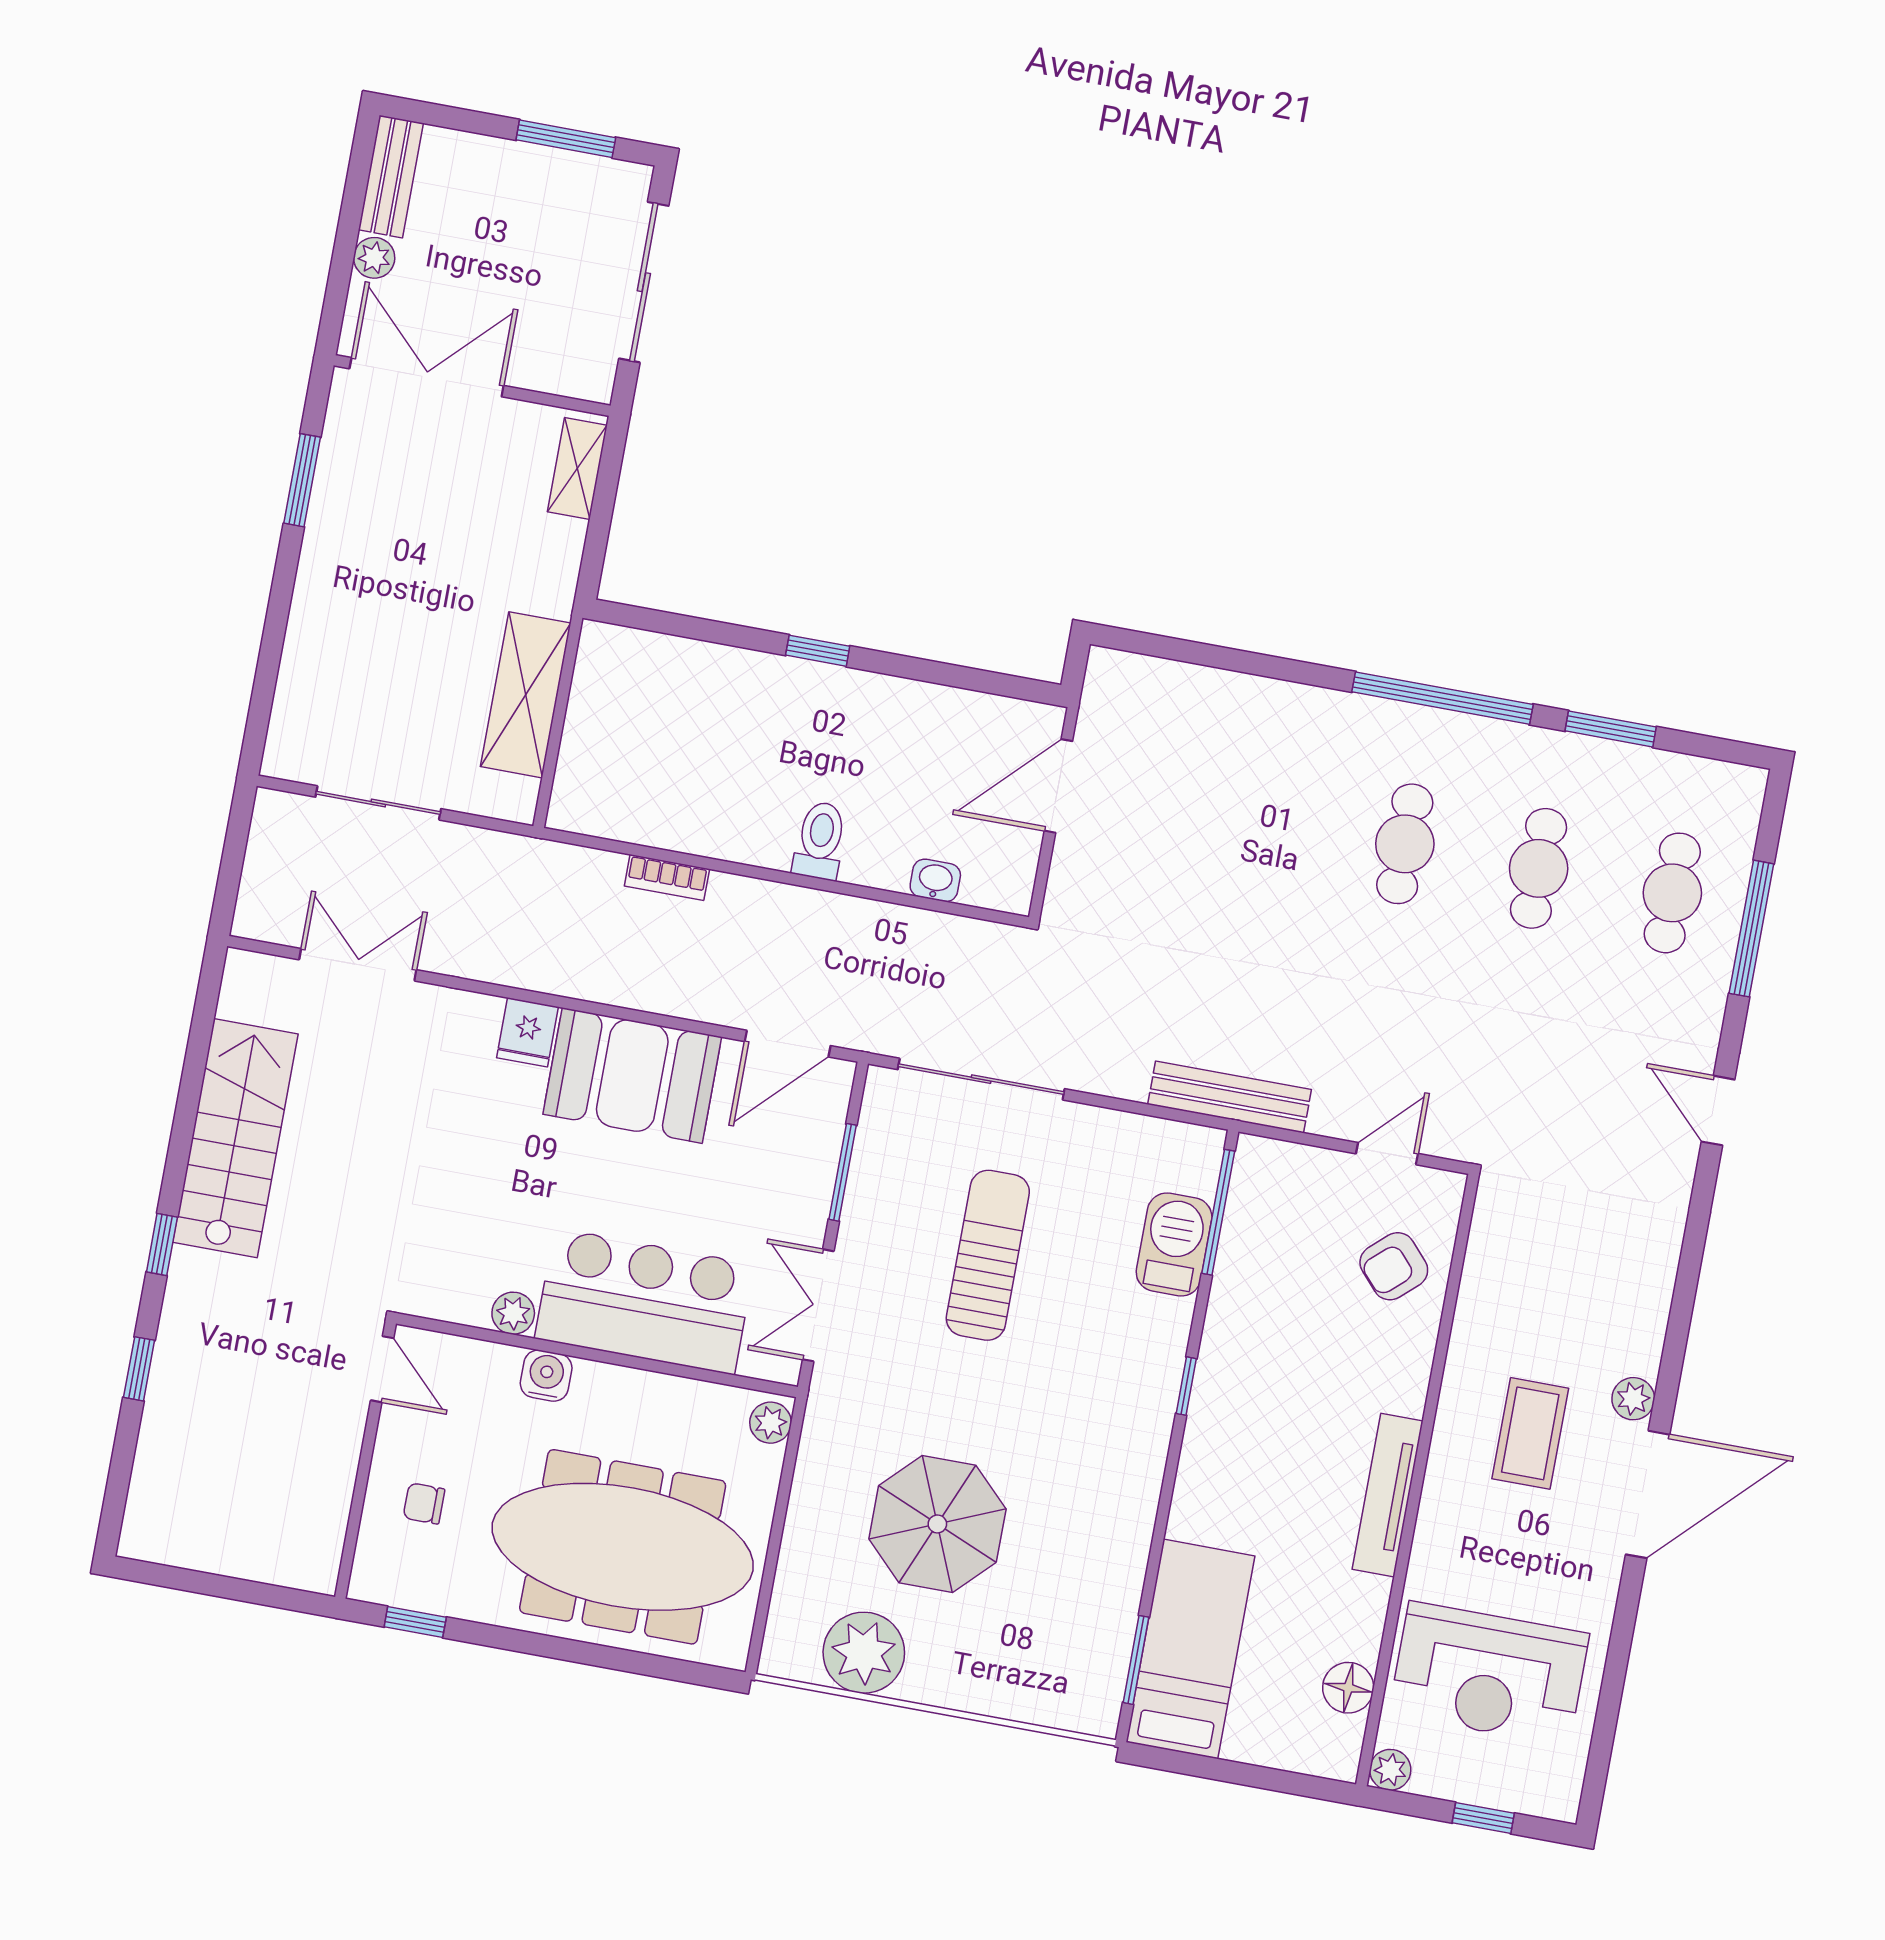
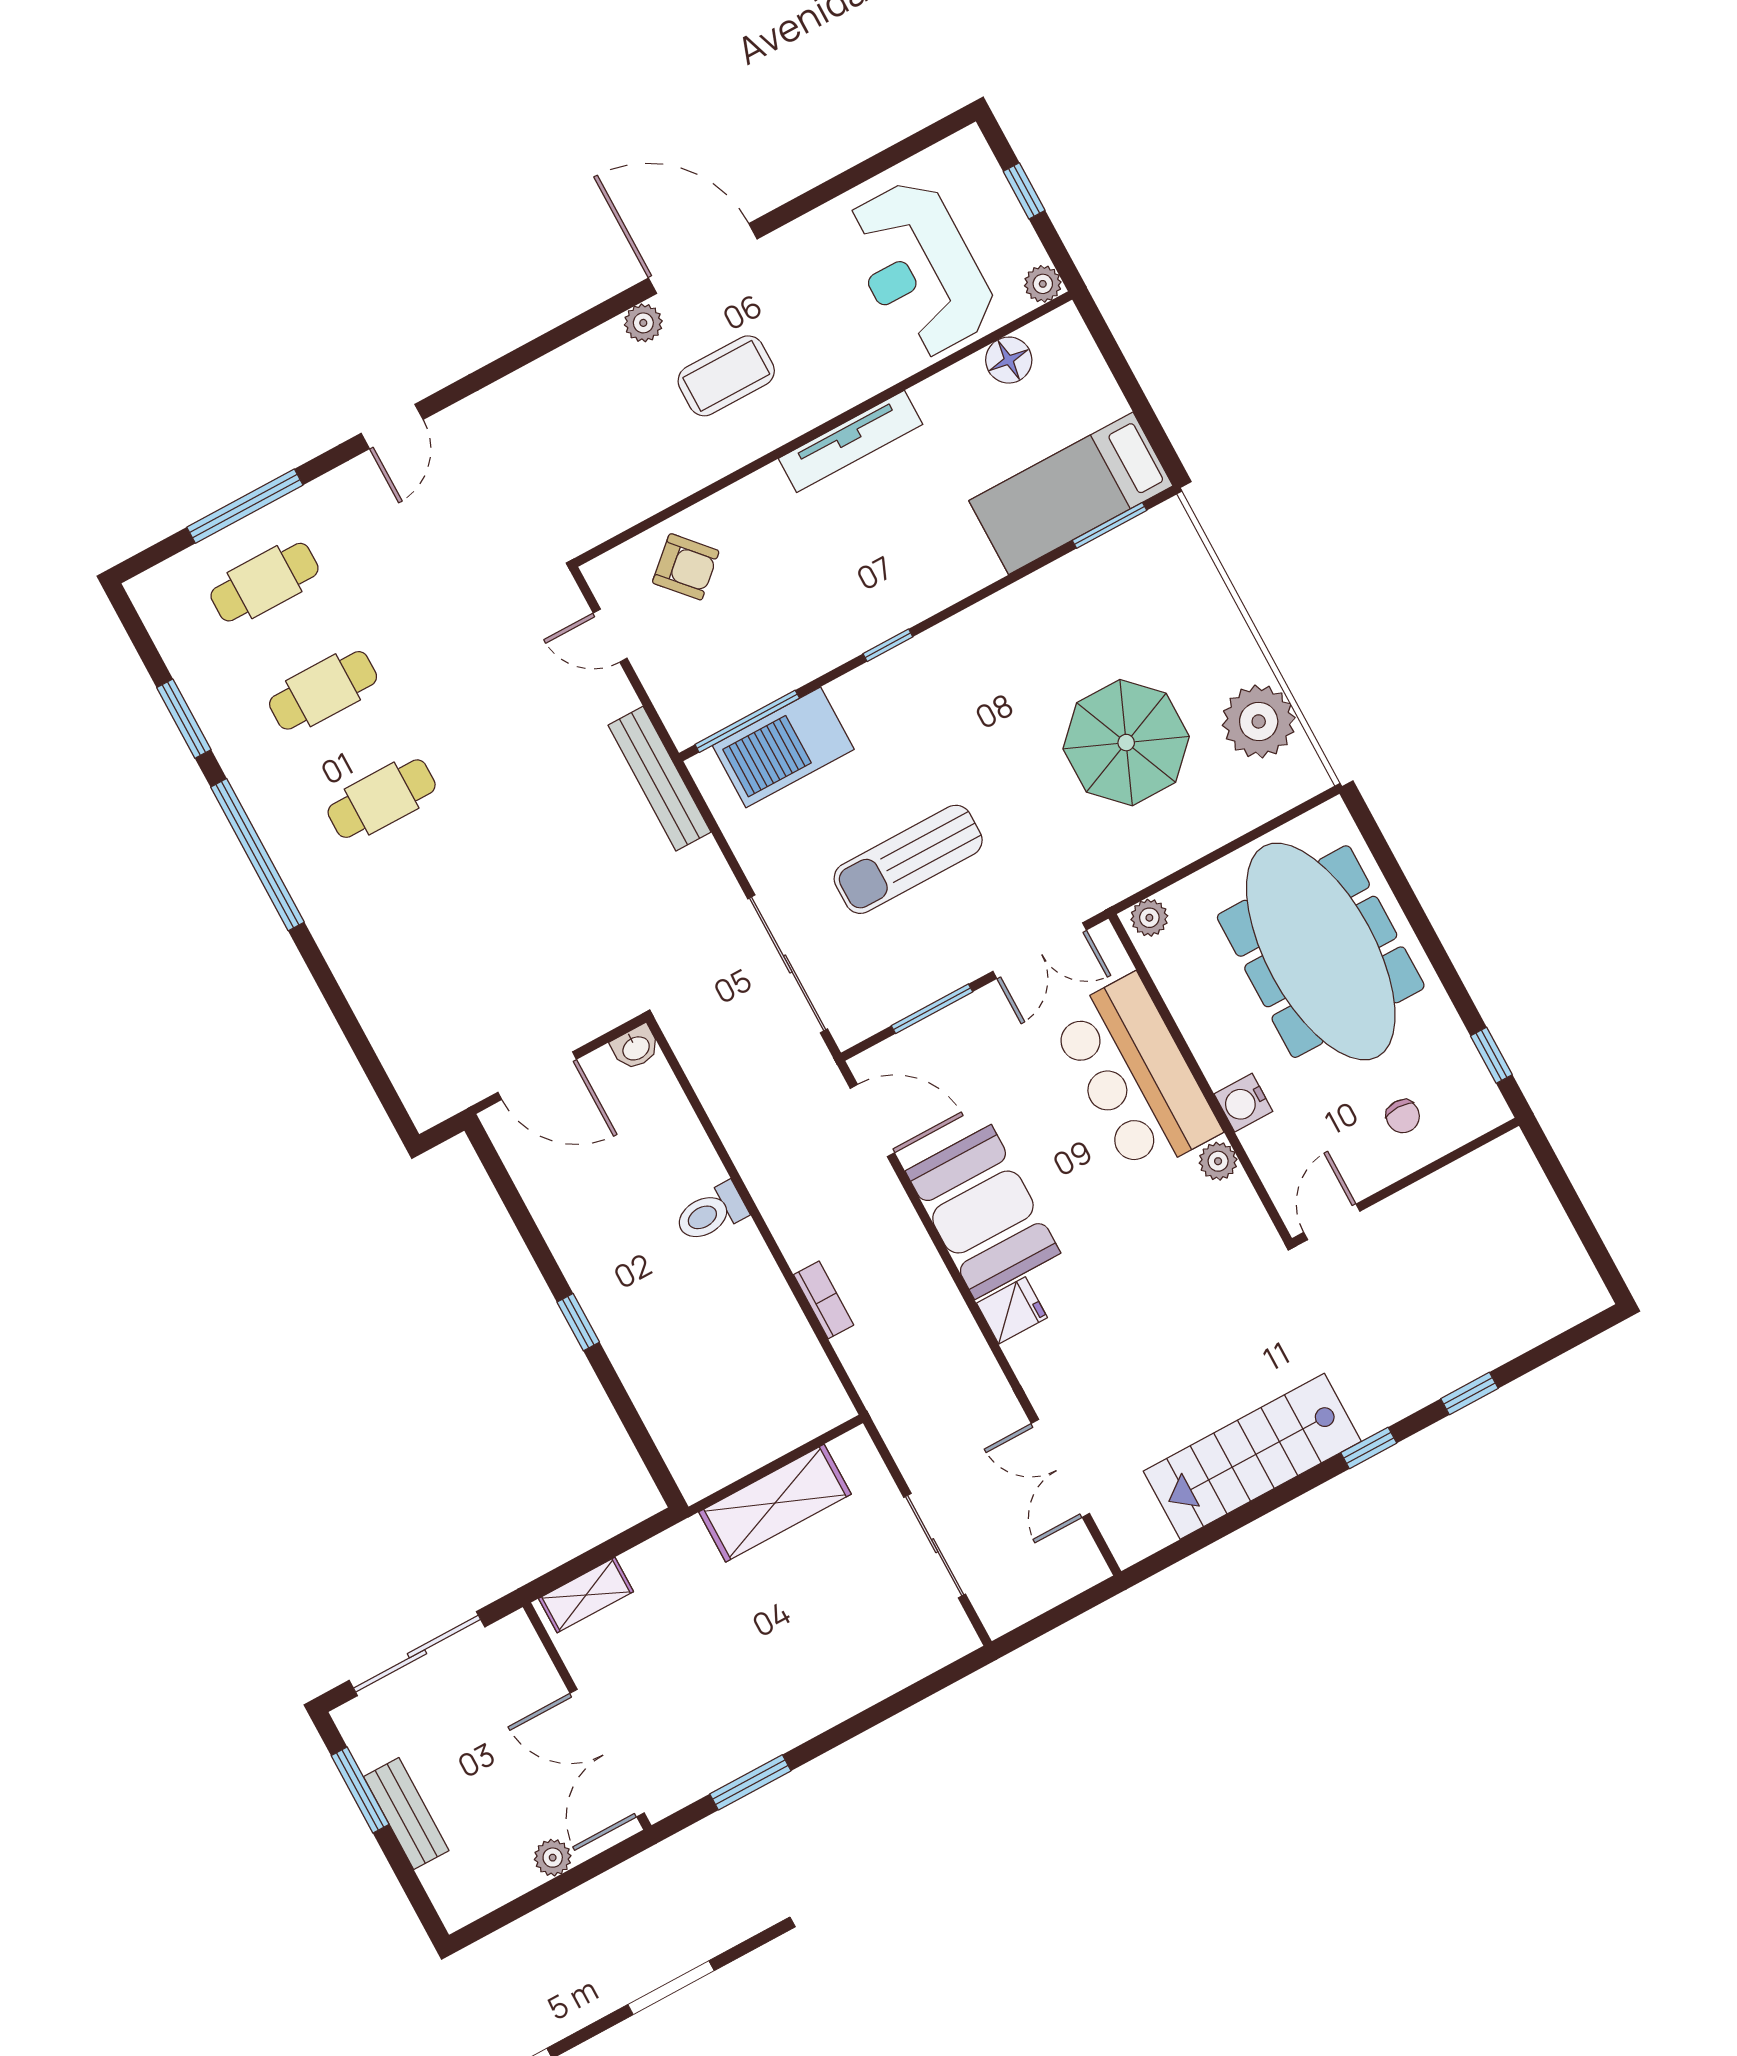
bench: (391, 176) -> (406, 1814), moved, turned 90
washbasin: (935, 880) -> (636, 1047), moved, turned -90
barbecue: (1174, 1245) -> (783, 747), width x1.37, depth x1.21
reception desk: (1489, 1674) -> (919, 269), turned 180

